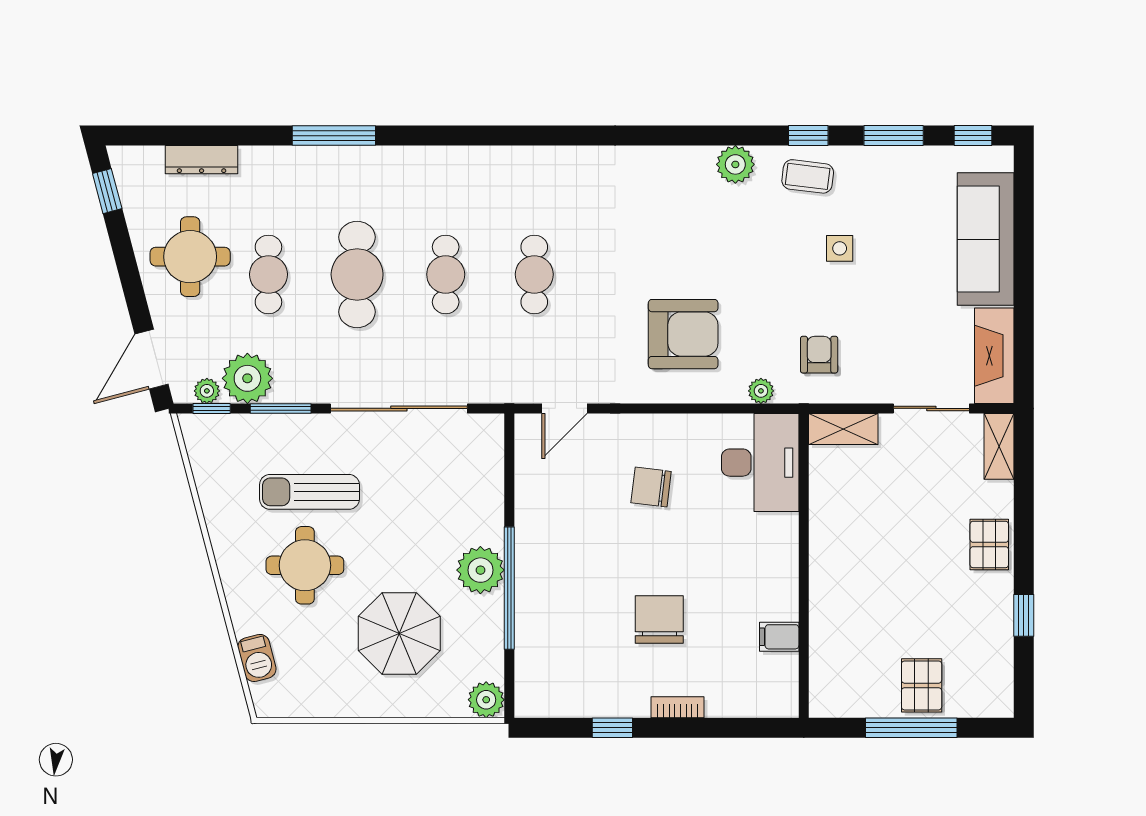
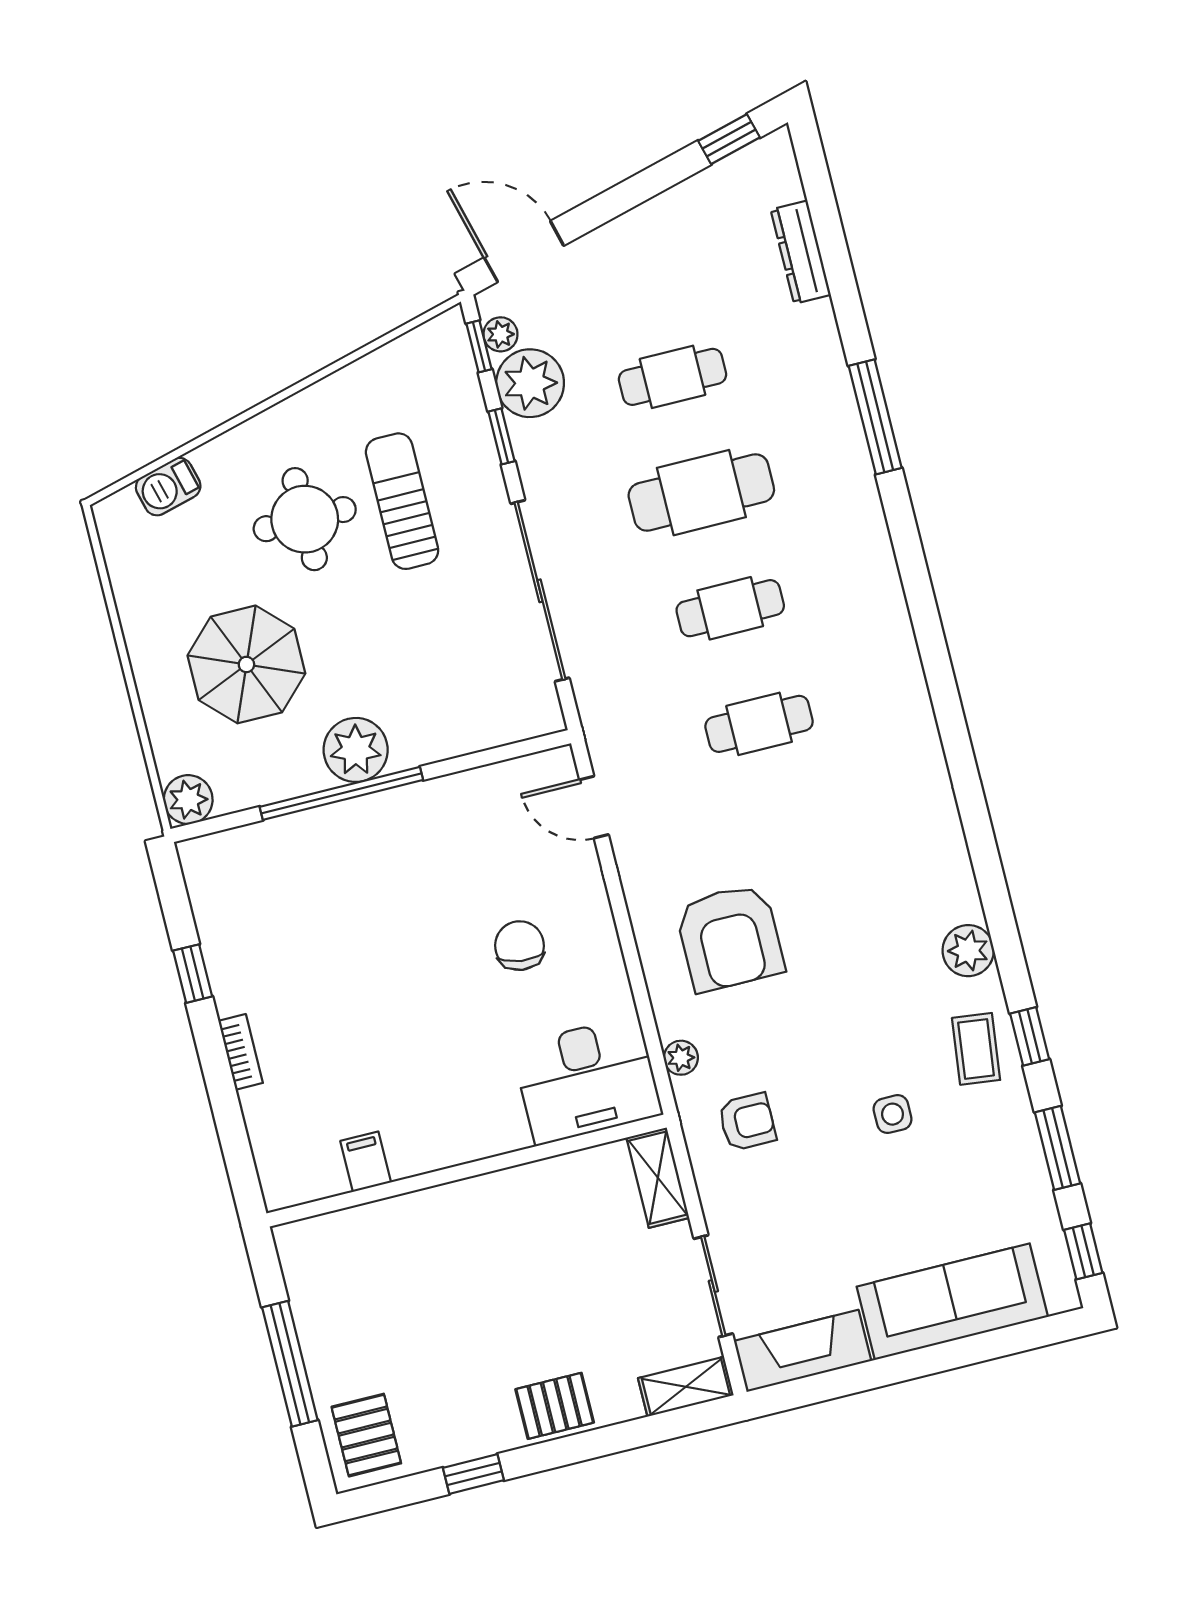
round table: (190, 257) -> (670, 269), removed
window: (281, 408) -> (501, 436), width x0.67
chair: (659, 620) -> (349, 999), removed
pallet: (922, 685) -> (366, 1435), moved, turned 90

